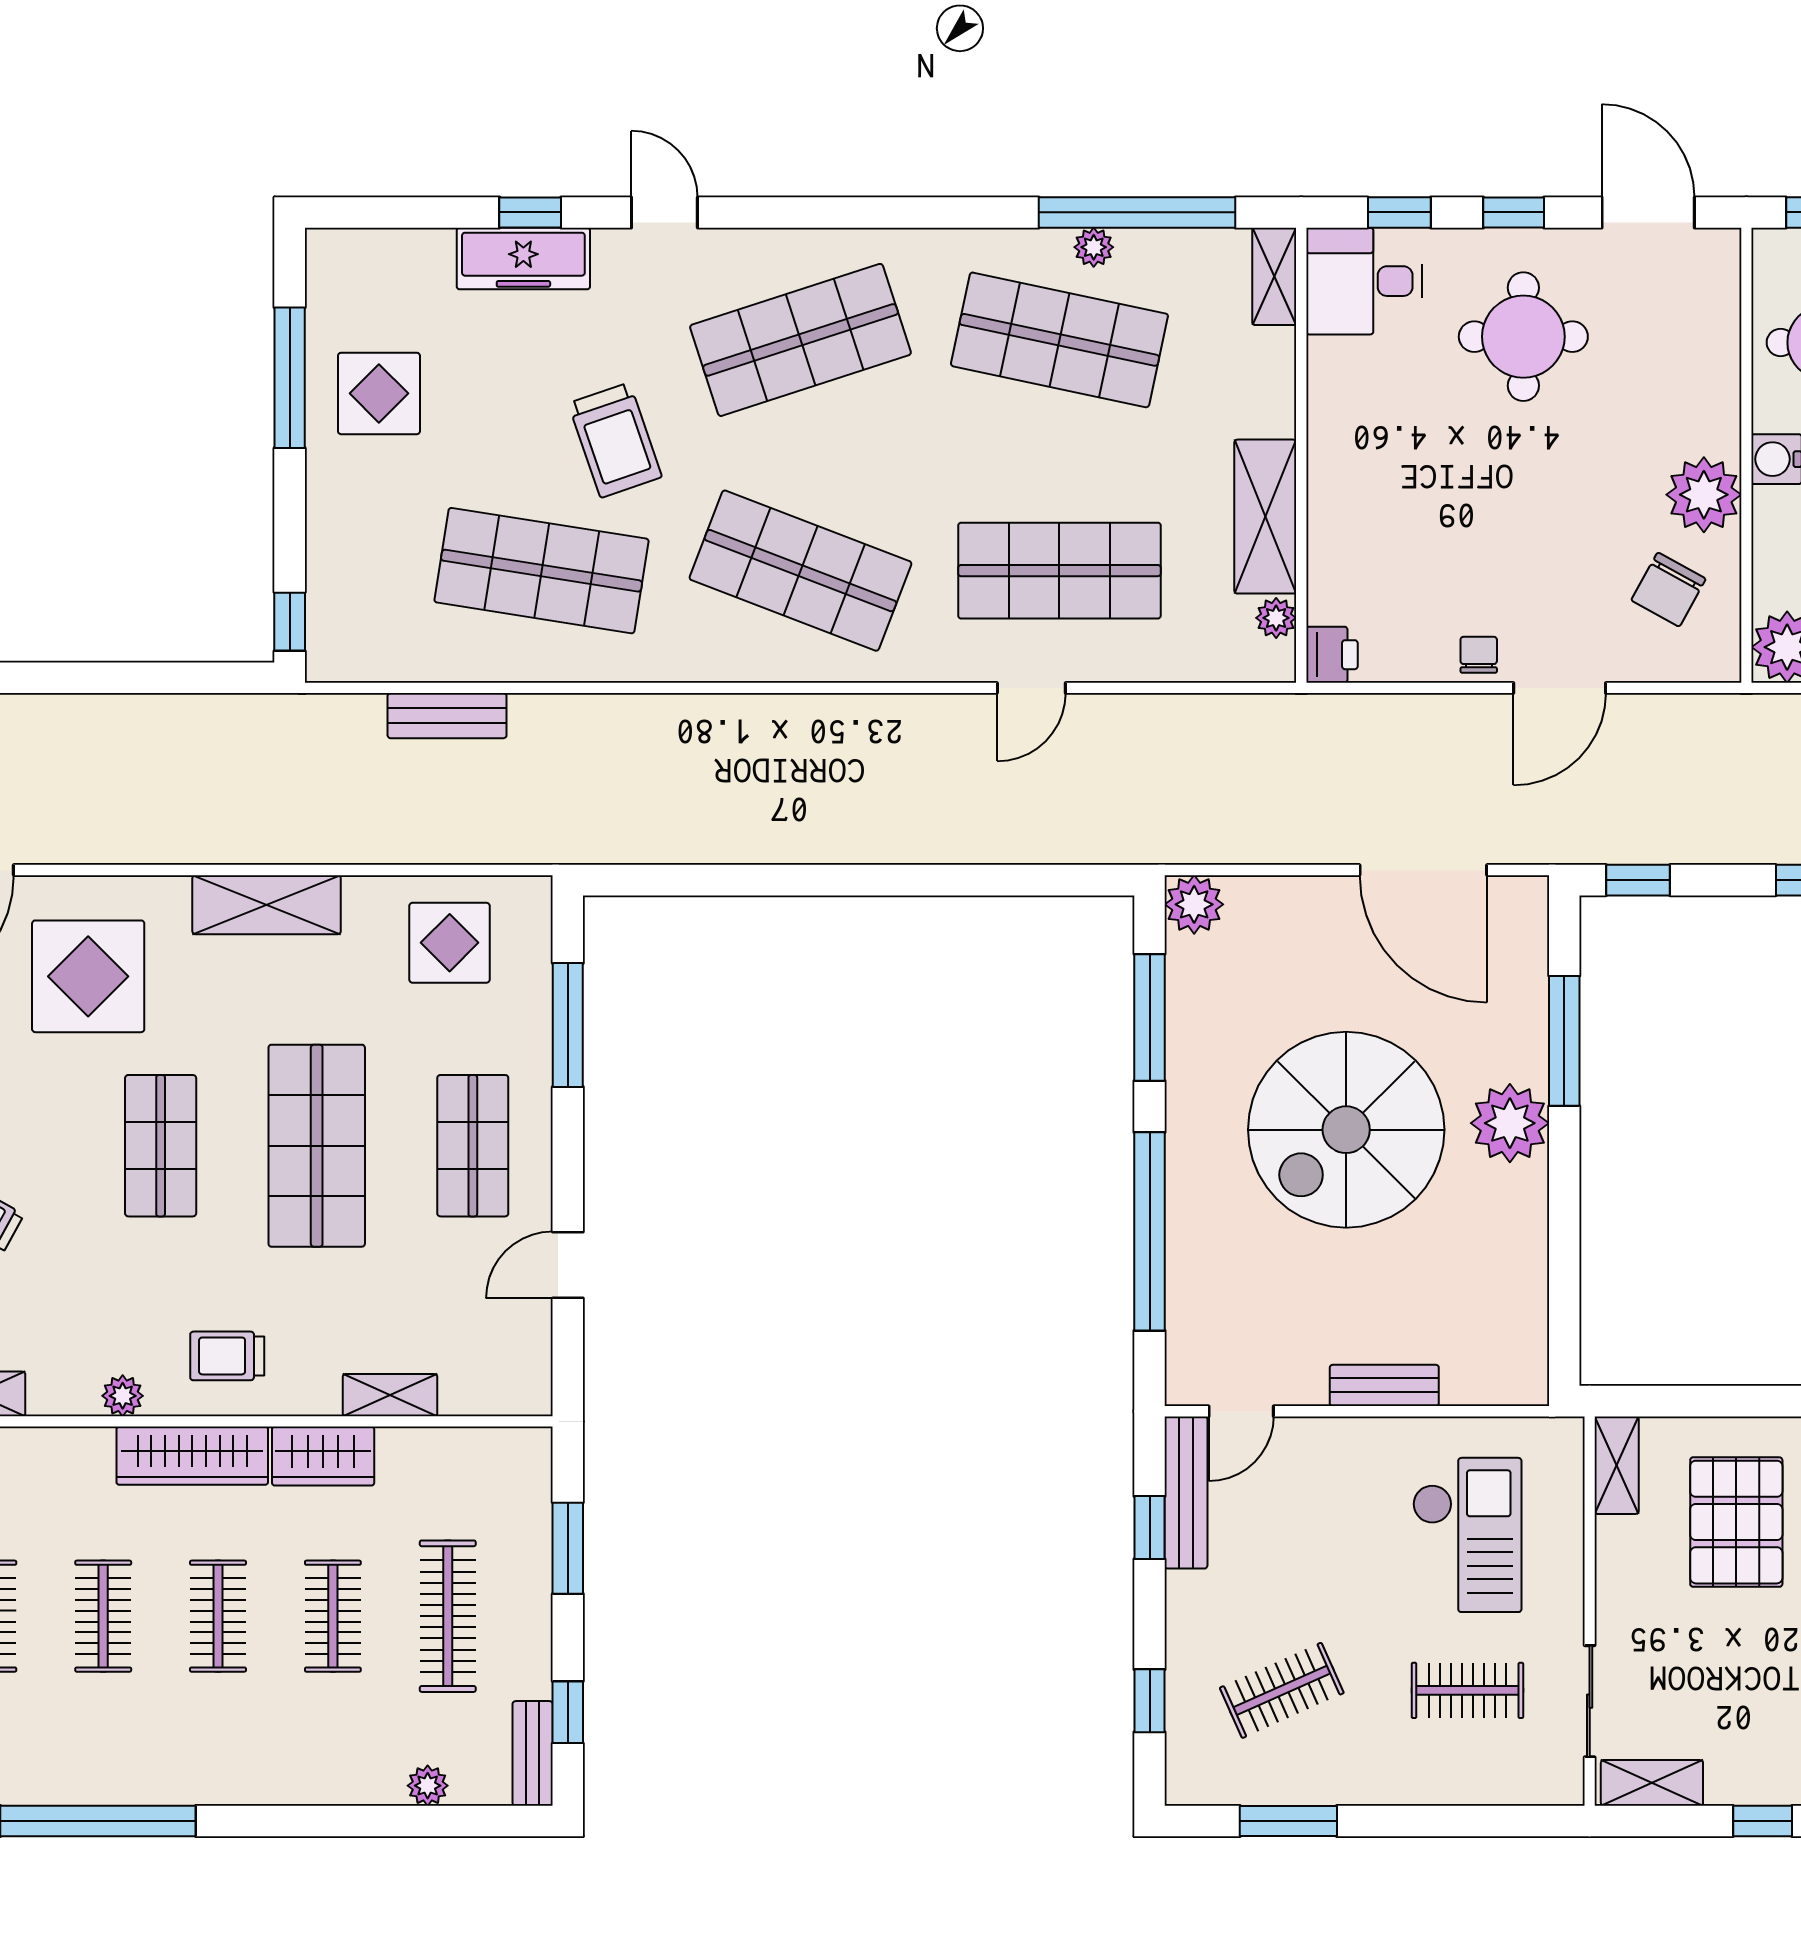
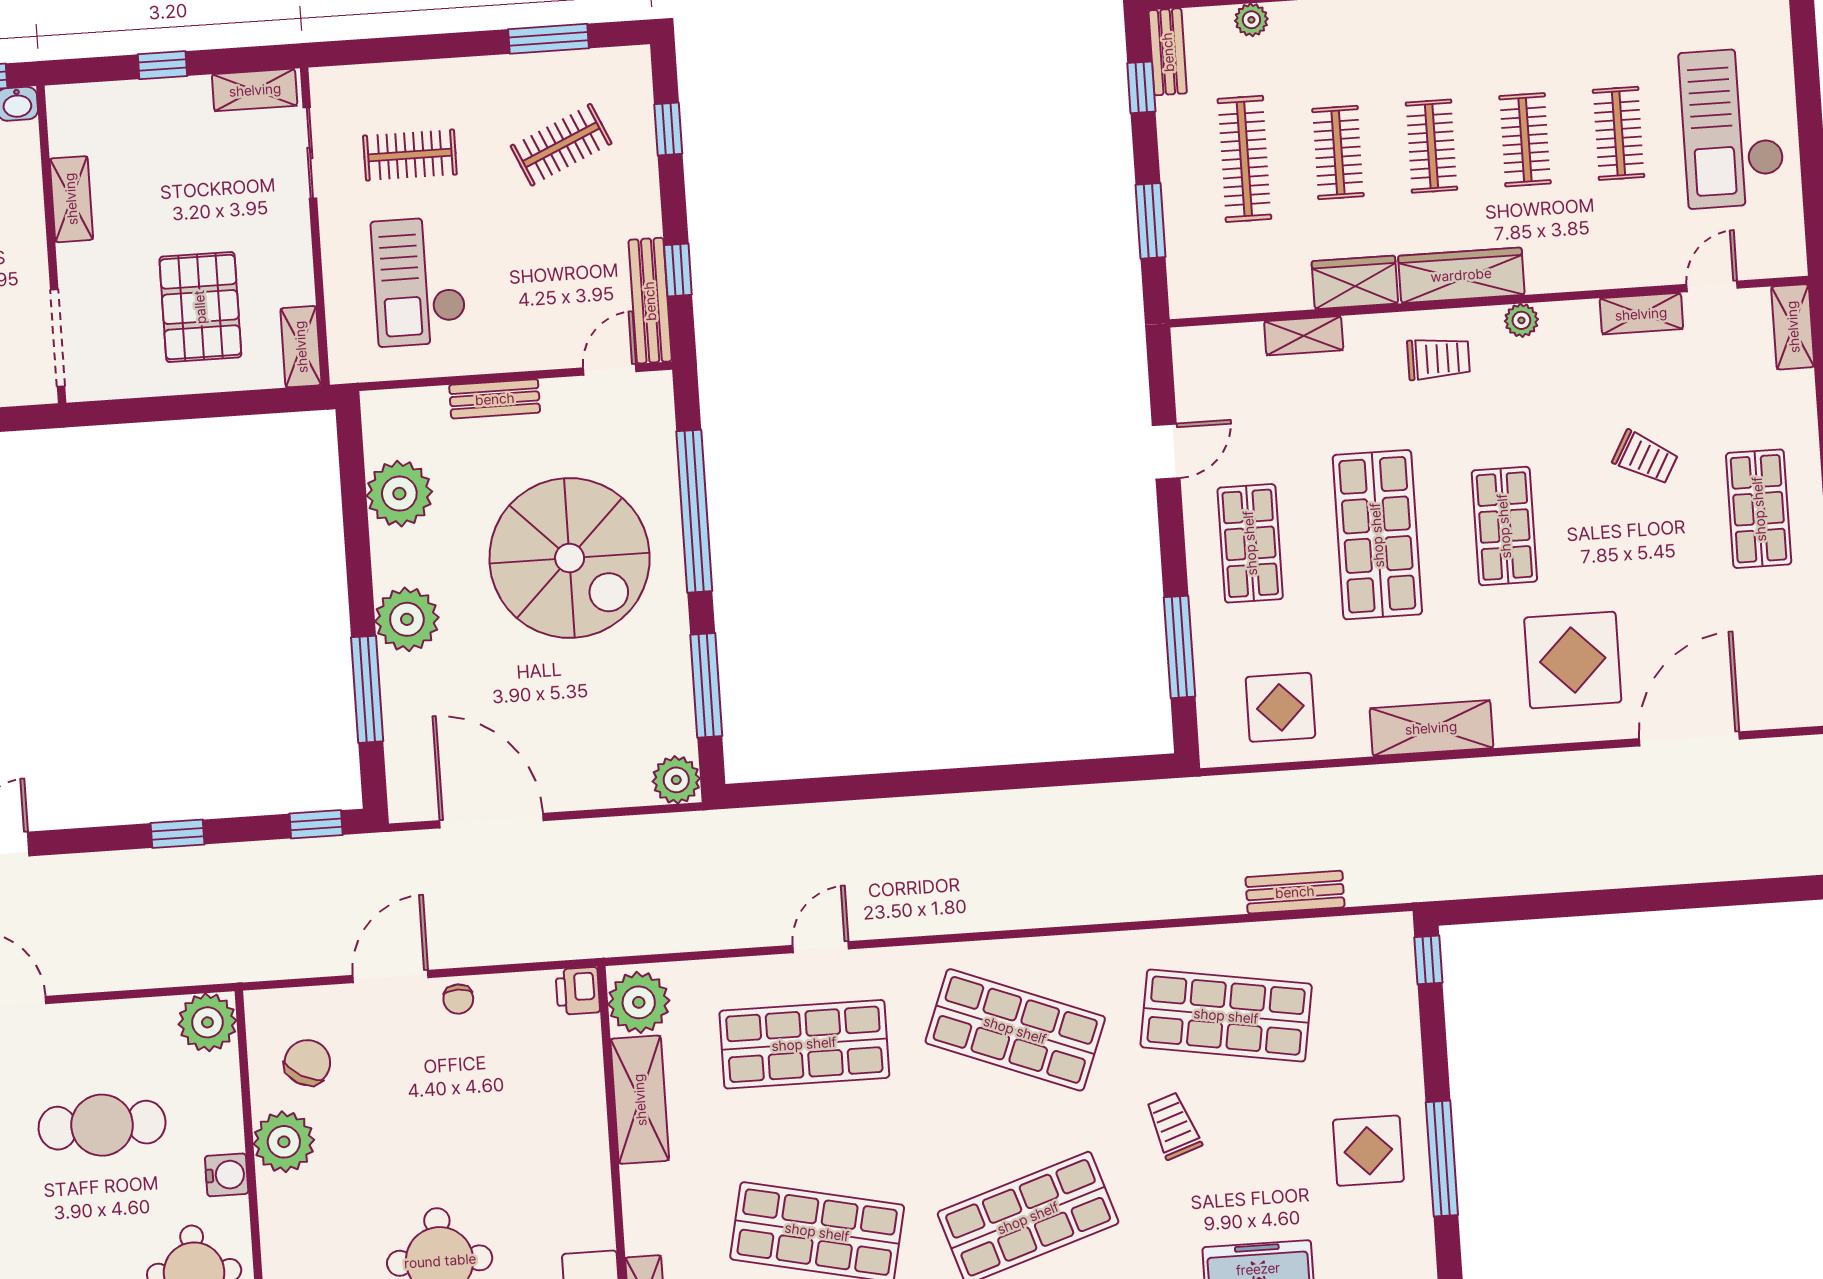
trolley: (615, 440) -> (1173, 1126), width x0.73, depth x0.72
plant: (1276, 618) -> (639, 1002), width x1.88, depth x1.88
spiral stairs: (1346, 1130) -> (570, 558), moved, turned 90
plant: (1509, 1277) -> (399, 494), added

